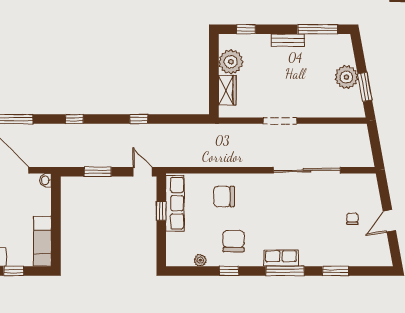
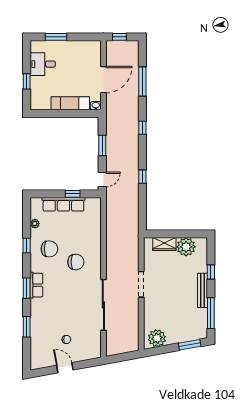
window: (246, 29) -> (211, 272), moved
bench: (288, 40) -> (203, 290), width x1.36
plant: (346, 77) -> (157, 338), moved
window: (365, 87) -> (190, 345), moved
chair: (224, 197) -> (76, 262), moved, turned 90
row of seats: (175, 203) -> (63, 204), moved
exam couch: (42, 241) -> (70, 103), moved
window: (285, 271) -> (27, 288), width x0.69

